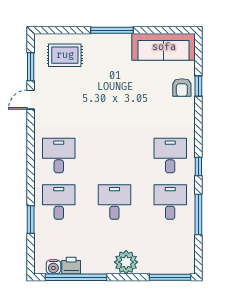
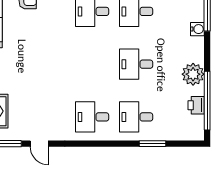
plant: (126, 262) -> (193, 74), moved
water cooler: (53, 267) -> (197, 29), moved

